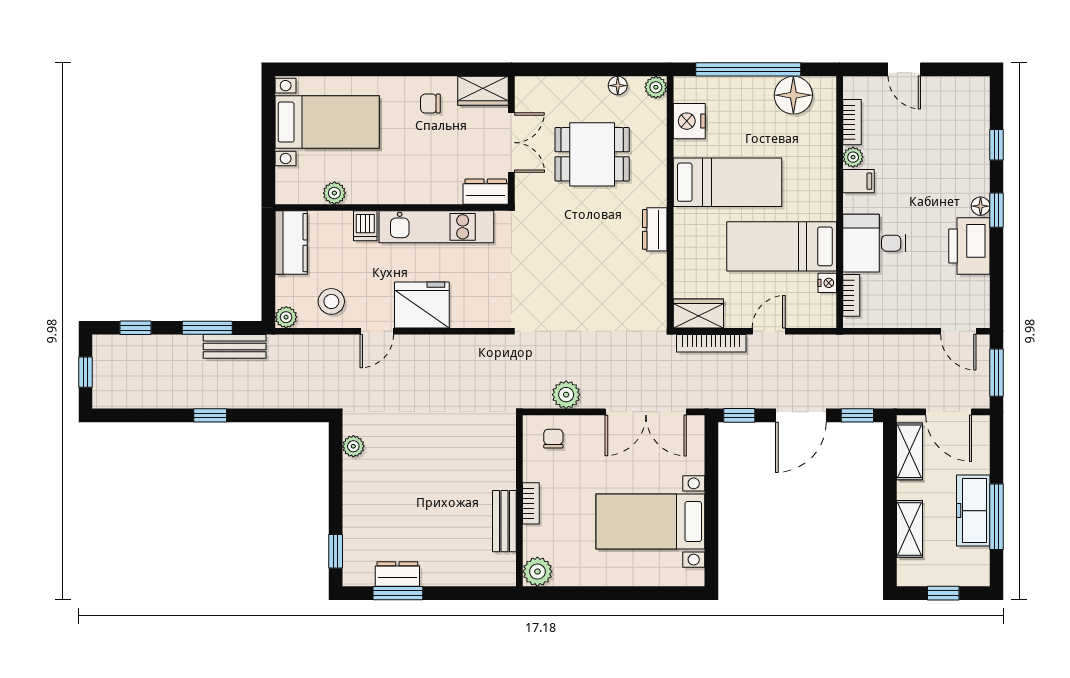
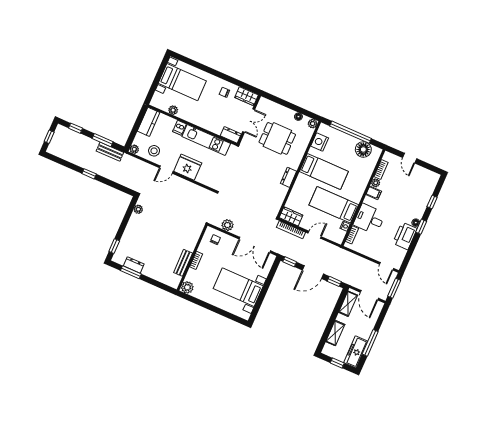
freezer: (973, 511) -> (356, 352), moved

